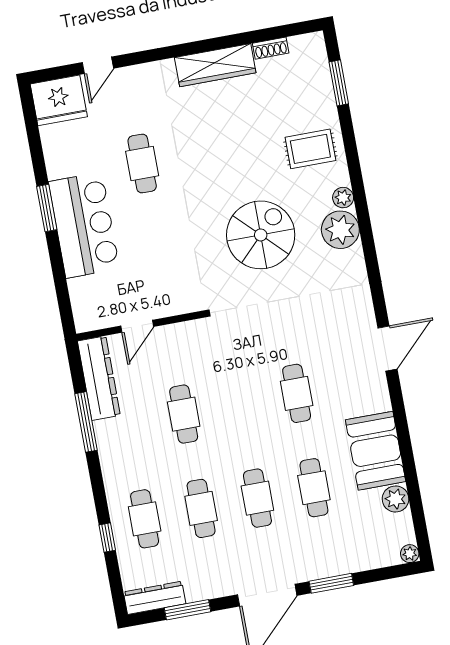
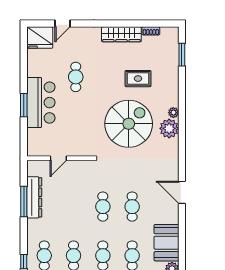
rug: (310, 149) -> (138, 79), moved
window: (47, 208) -> (24, 105), moved
spiral stairs: (261, 235) -> (129, 124), width x1.37, depth x1.37
door: (387, 348) -> (182, 192), swing flipped
dresser: (99, 378) -> (34, 197), moved
cafe table: (184, 414) -> (103, 207), moved

